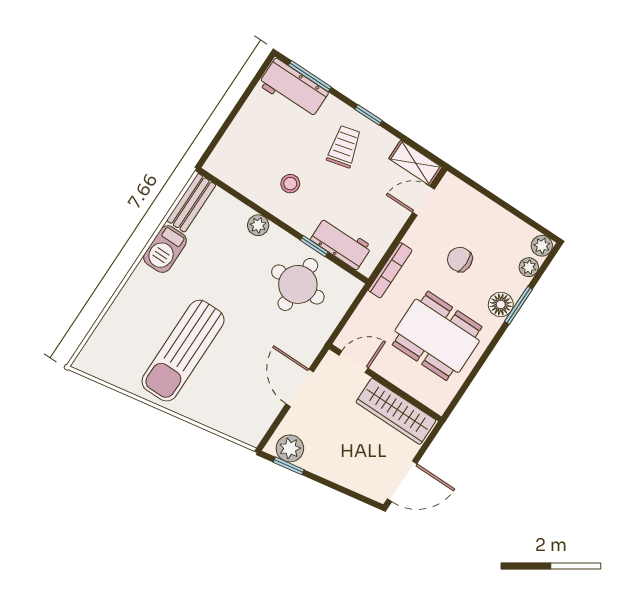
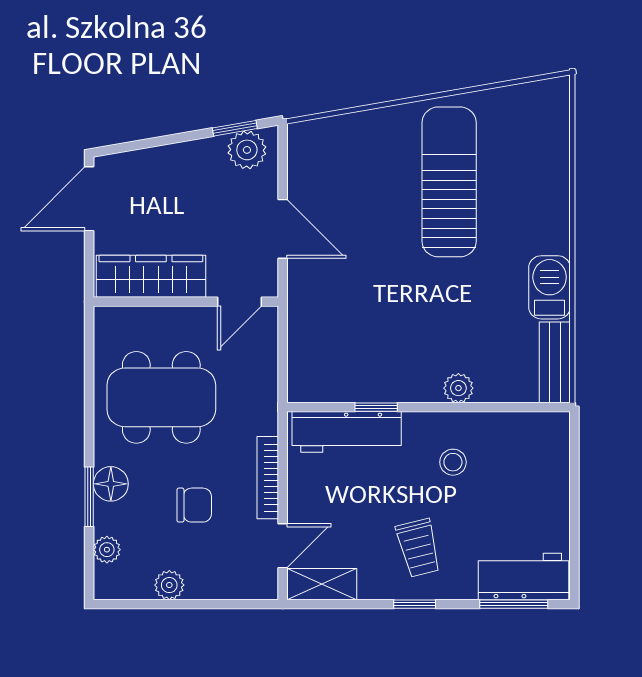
workbench: (341, 243) -> (347, 432), width x1.38
plant: (542, 246) -> (169, 585), moved
bookcase: (390, 270) -> (268, 478), moved
round table: (298, 284) -> (365, 349), removed

